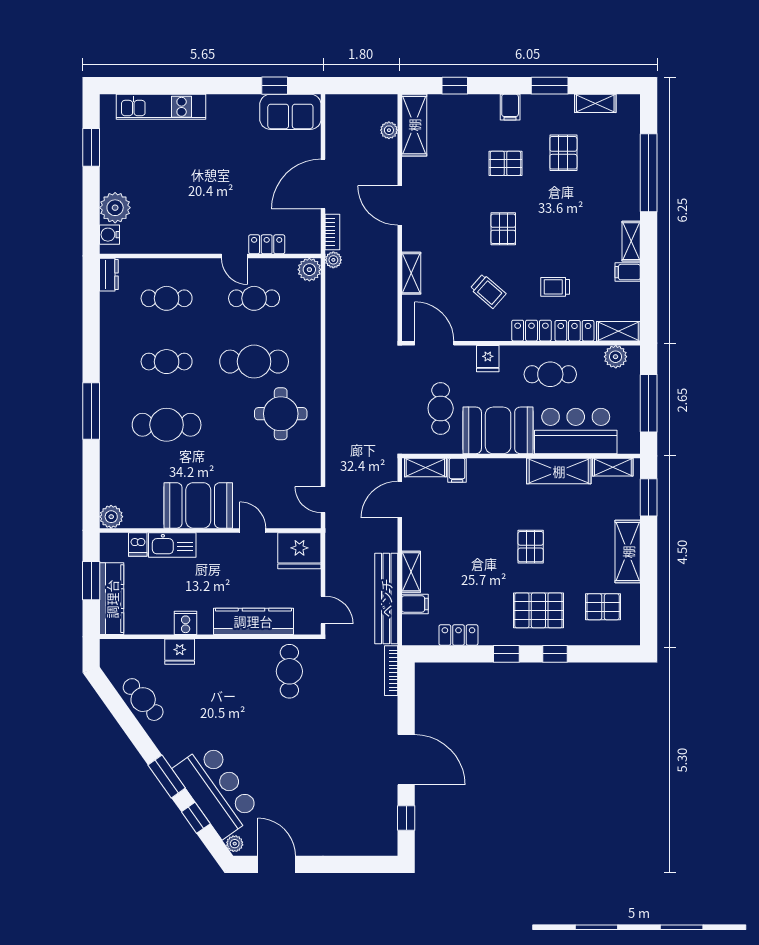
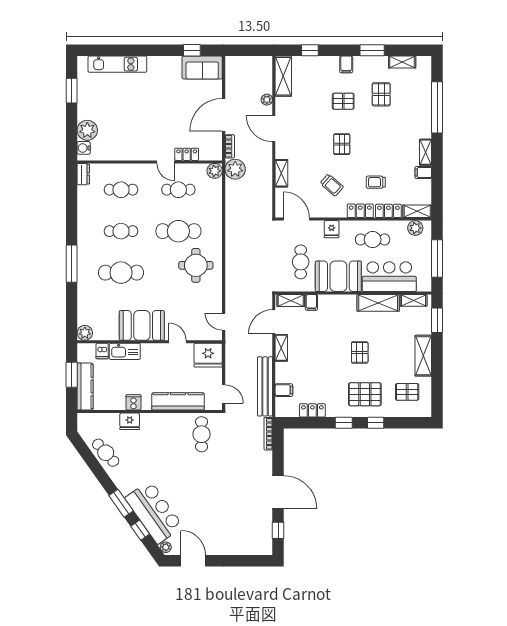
plant: (389, 130) -> (267, 100), moved
plant: (333, 260) -> (235, 169), width x1.88, depth x1.88
shelving: (411, 572) -> (281, 348), moved

